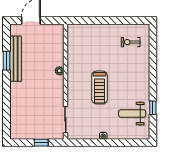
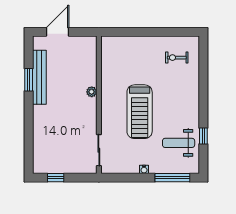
treadmill: (99, 87) -> (140, 112), width x1.37, depth x1.38
window: (41, 143) -> (56, 178), moved
window: (127, 143) -> (172, 178), added

